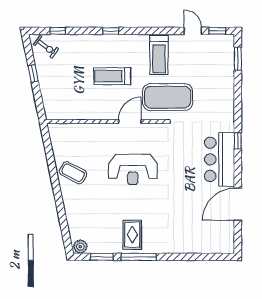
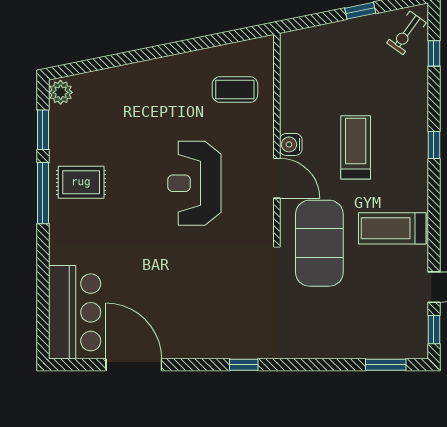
water cooler: (110, 114) -> (291, 144), added
bar counter: (219, 159) -> (75, 312), moved, turned 90
coffee table: (73, 173) -> (235, 90), moved, turned 62

